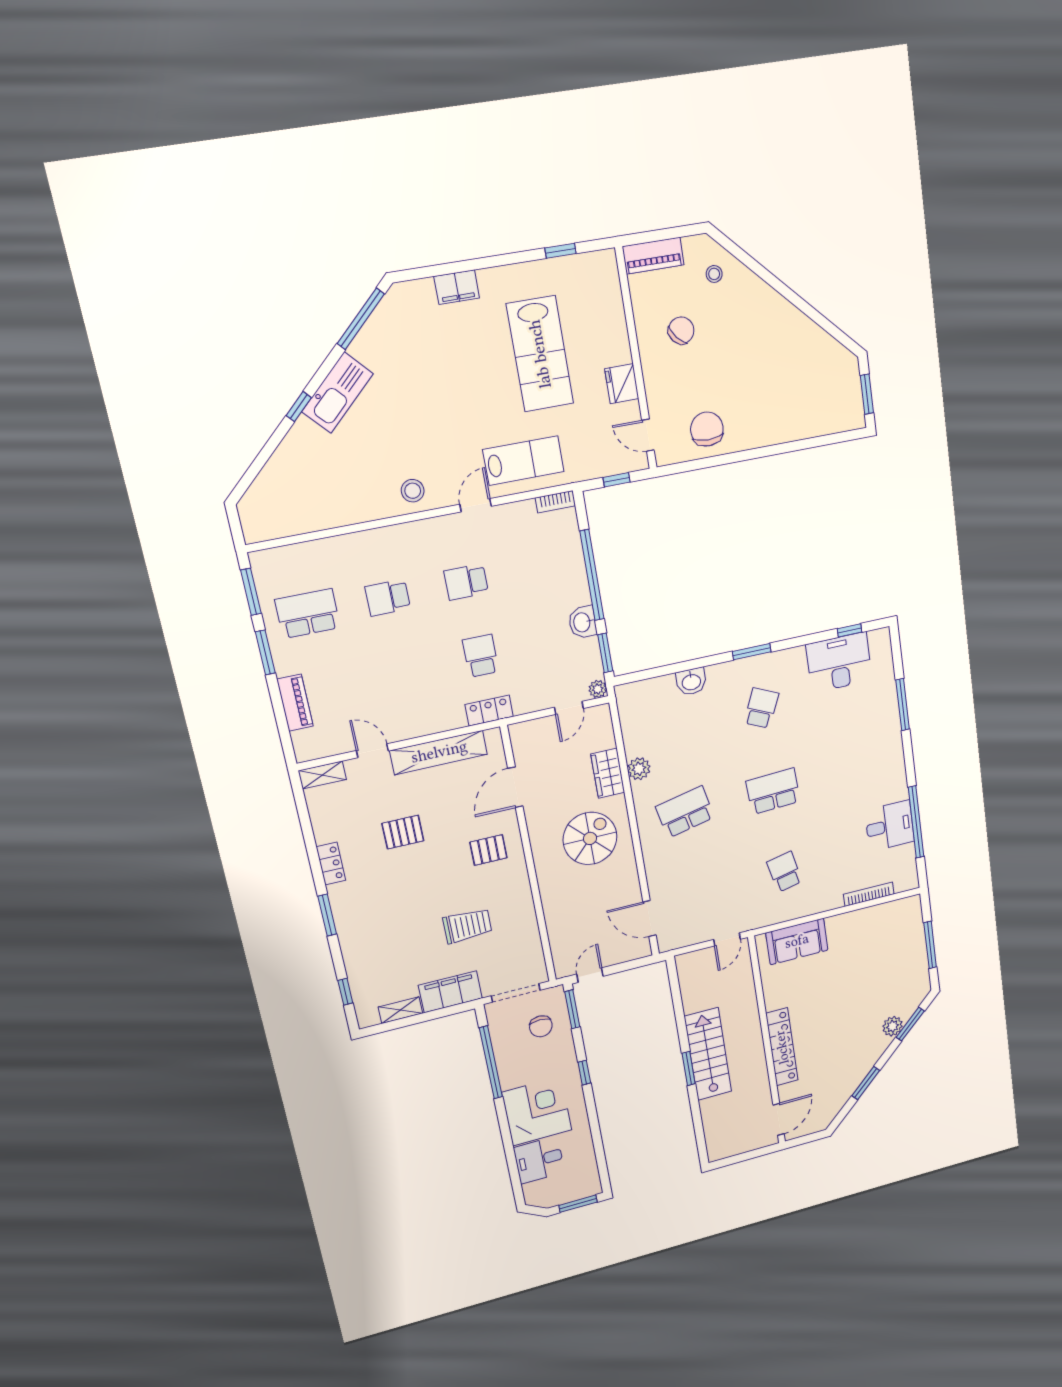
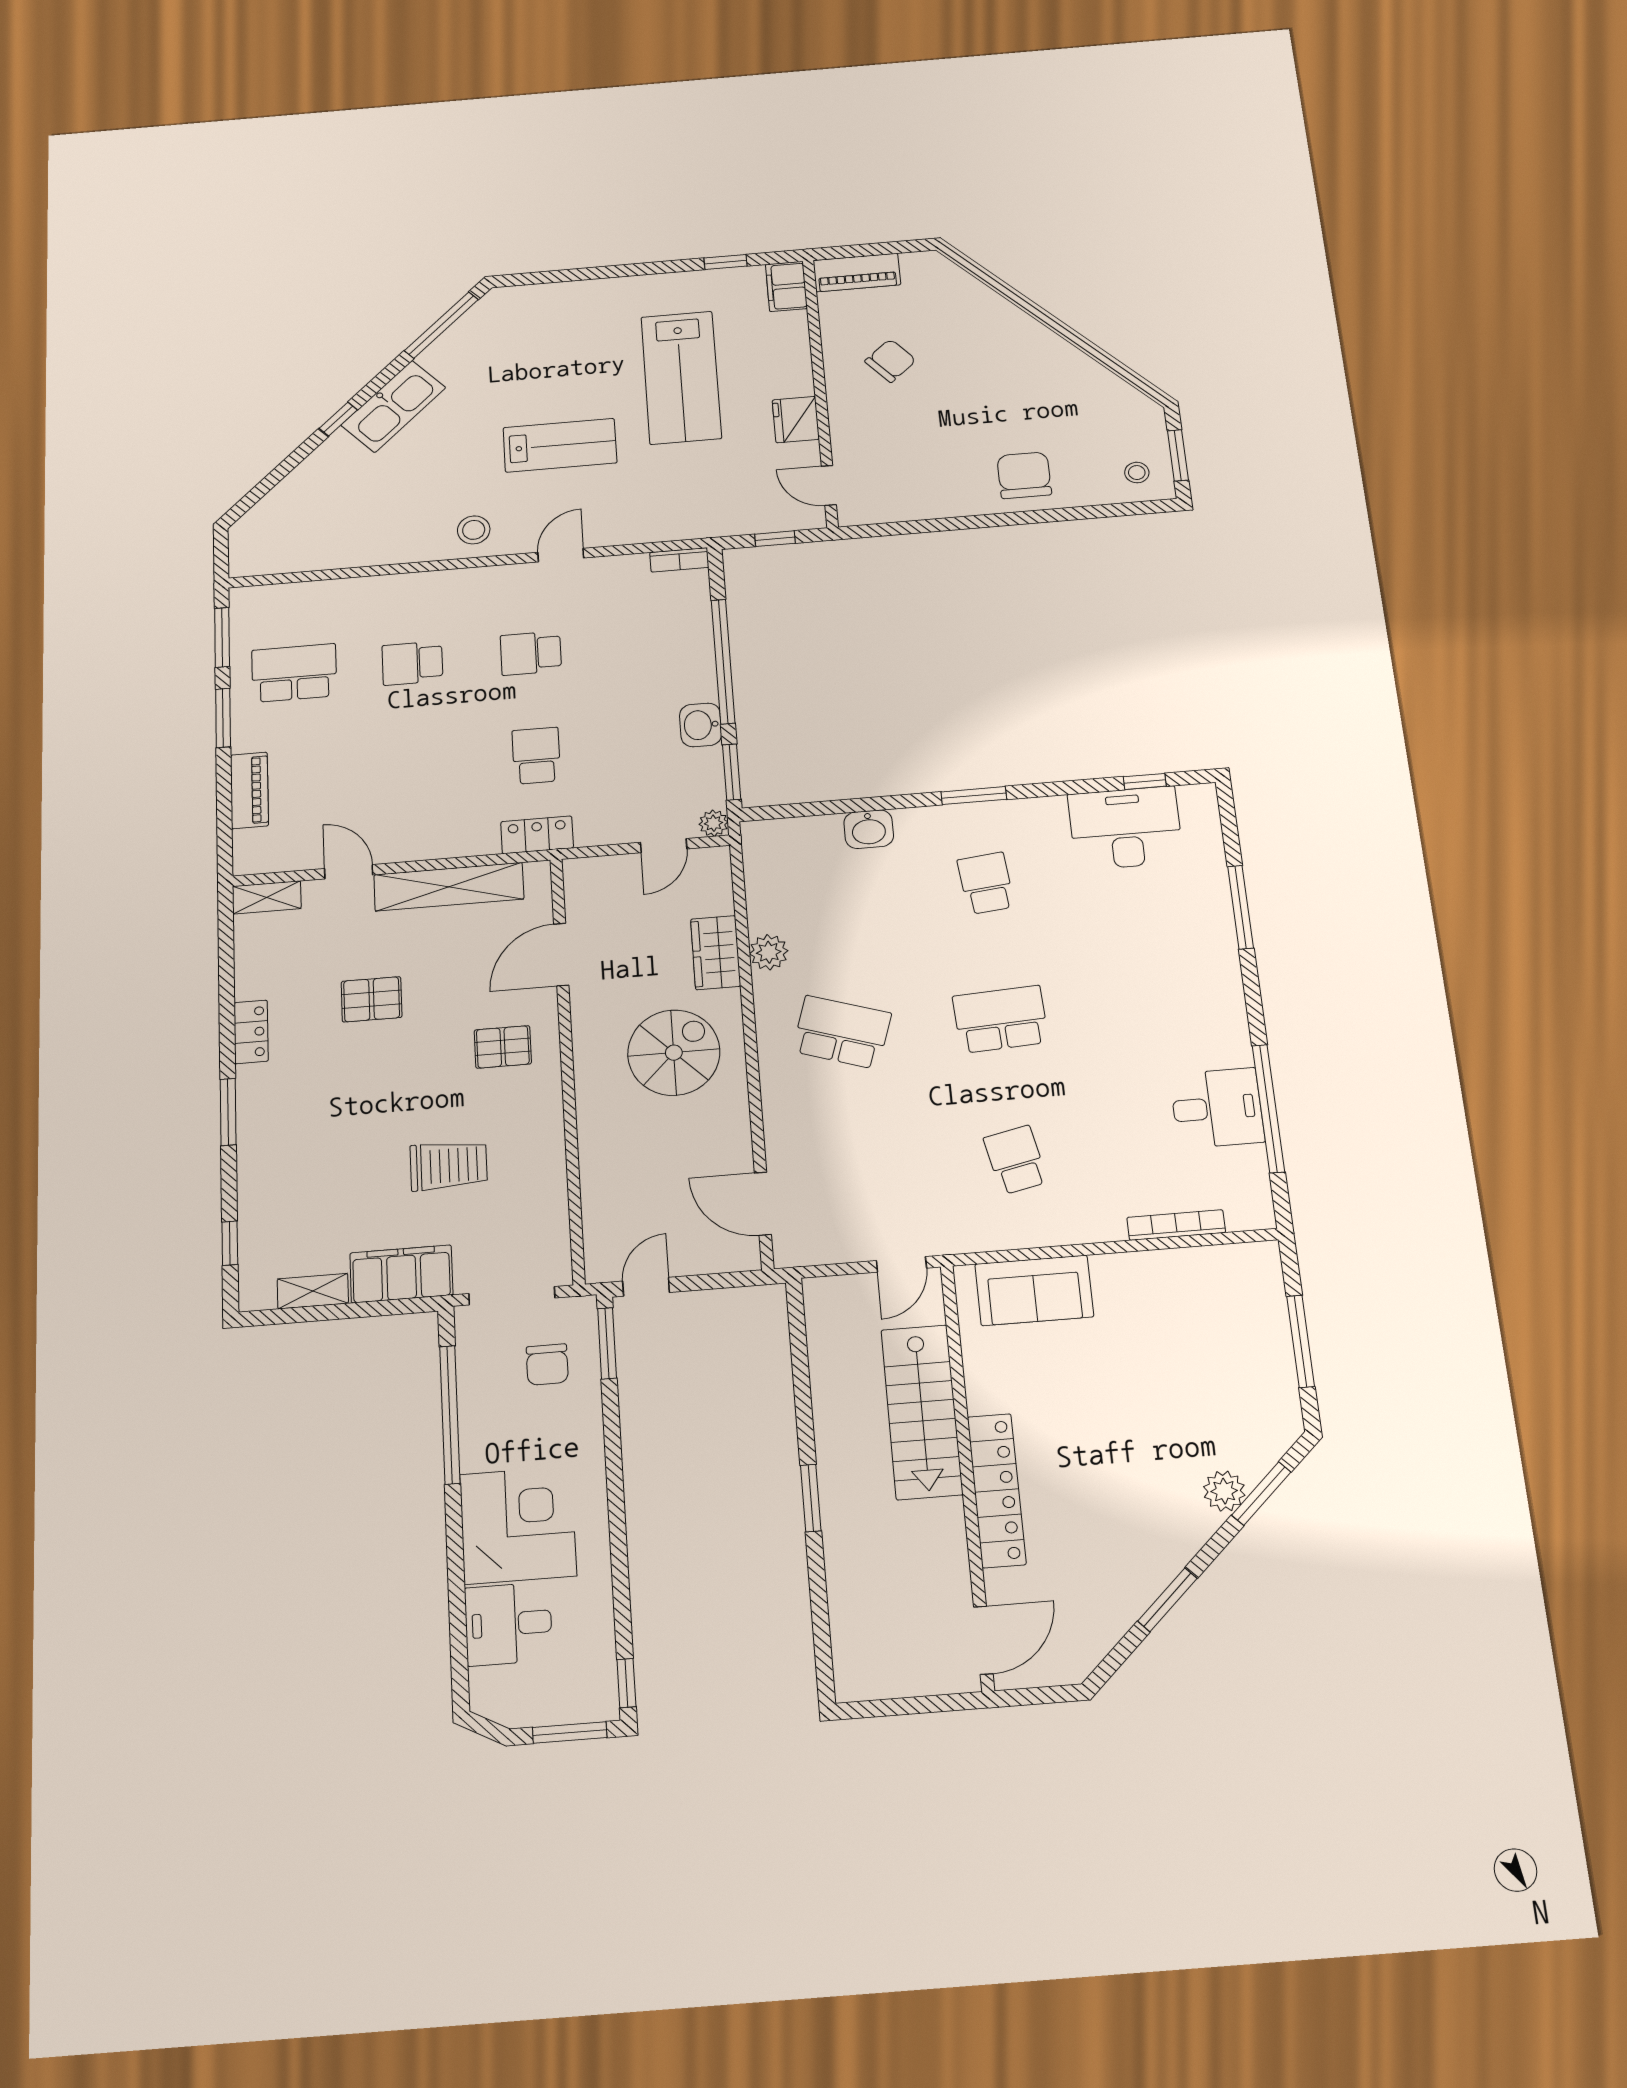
stool: (714, 274) -> (1137, 473), moved
filing cabinet: (457, 287) -> (786, 286), moved, turned 90
chair: (707, 429) -> (1024, 475), moved
lab bench: (524, 461) -> (560, 445), moved
school desk: (761, 708) -> (986, 883), turned -30
school desk: (685, 812) -> (842, 1032), turned 30
stairs: (708, 1054) -> (922, 1412), moved, turned 180
window: (584, 1073) -> (626, 1683), moved

